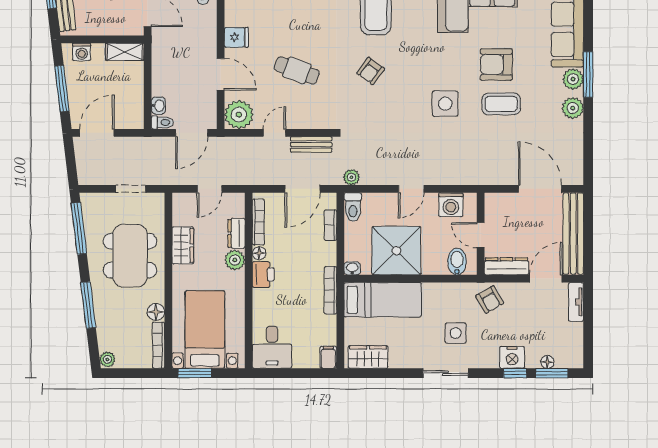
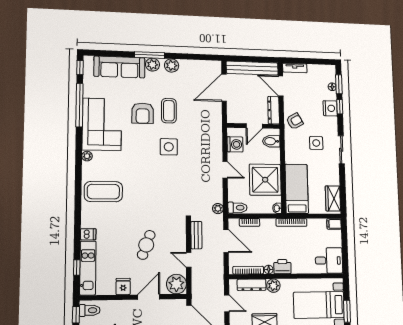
armchair: (371, 71) -> (147, 195), removed
dresser: (236, 233) -> (252, 285), width x1.44

